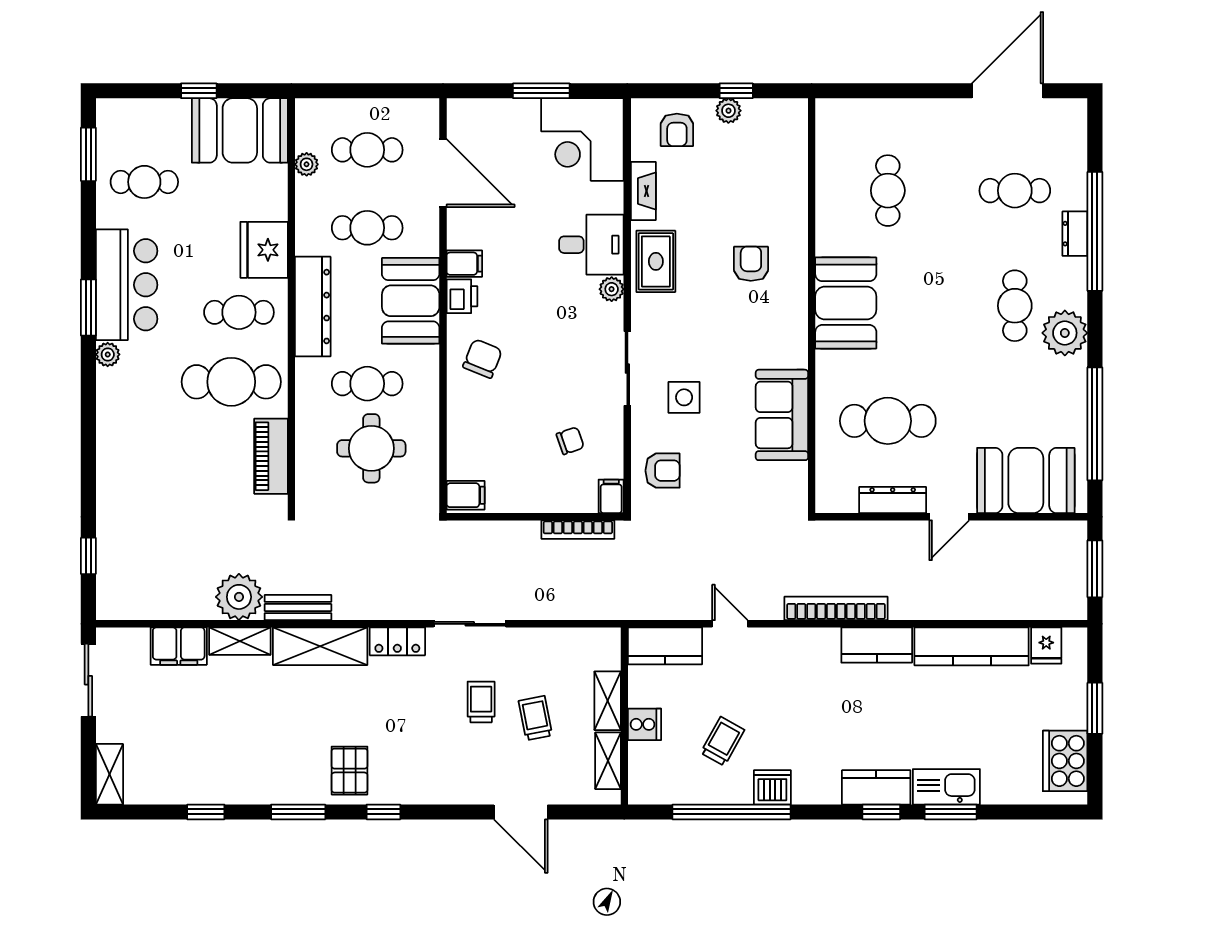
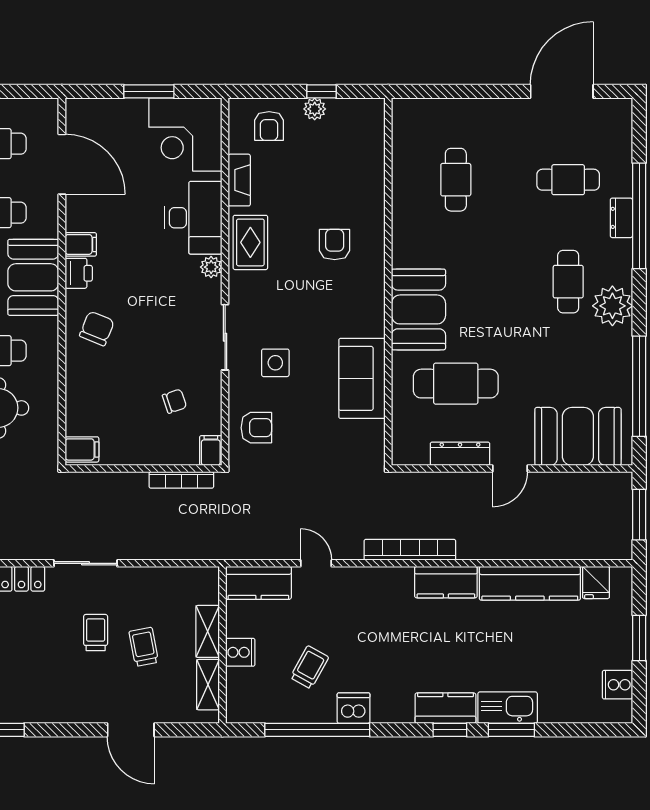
desk: (591, 245) -> (193, 218), width x1.37
booth: (846, 303) -> (418, 309), moved
cooker: (1065, 761) -> (617, 685), width x0.53, depth x0.76

